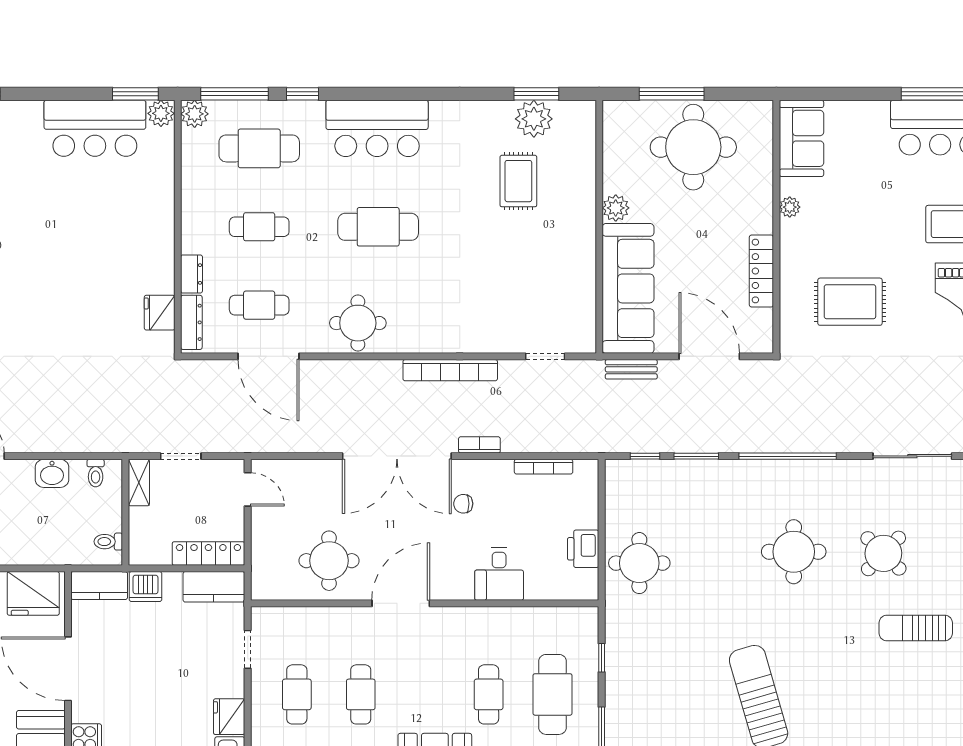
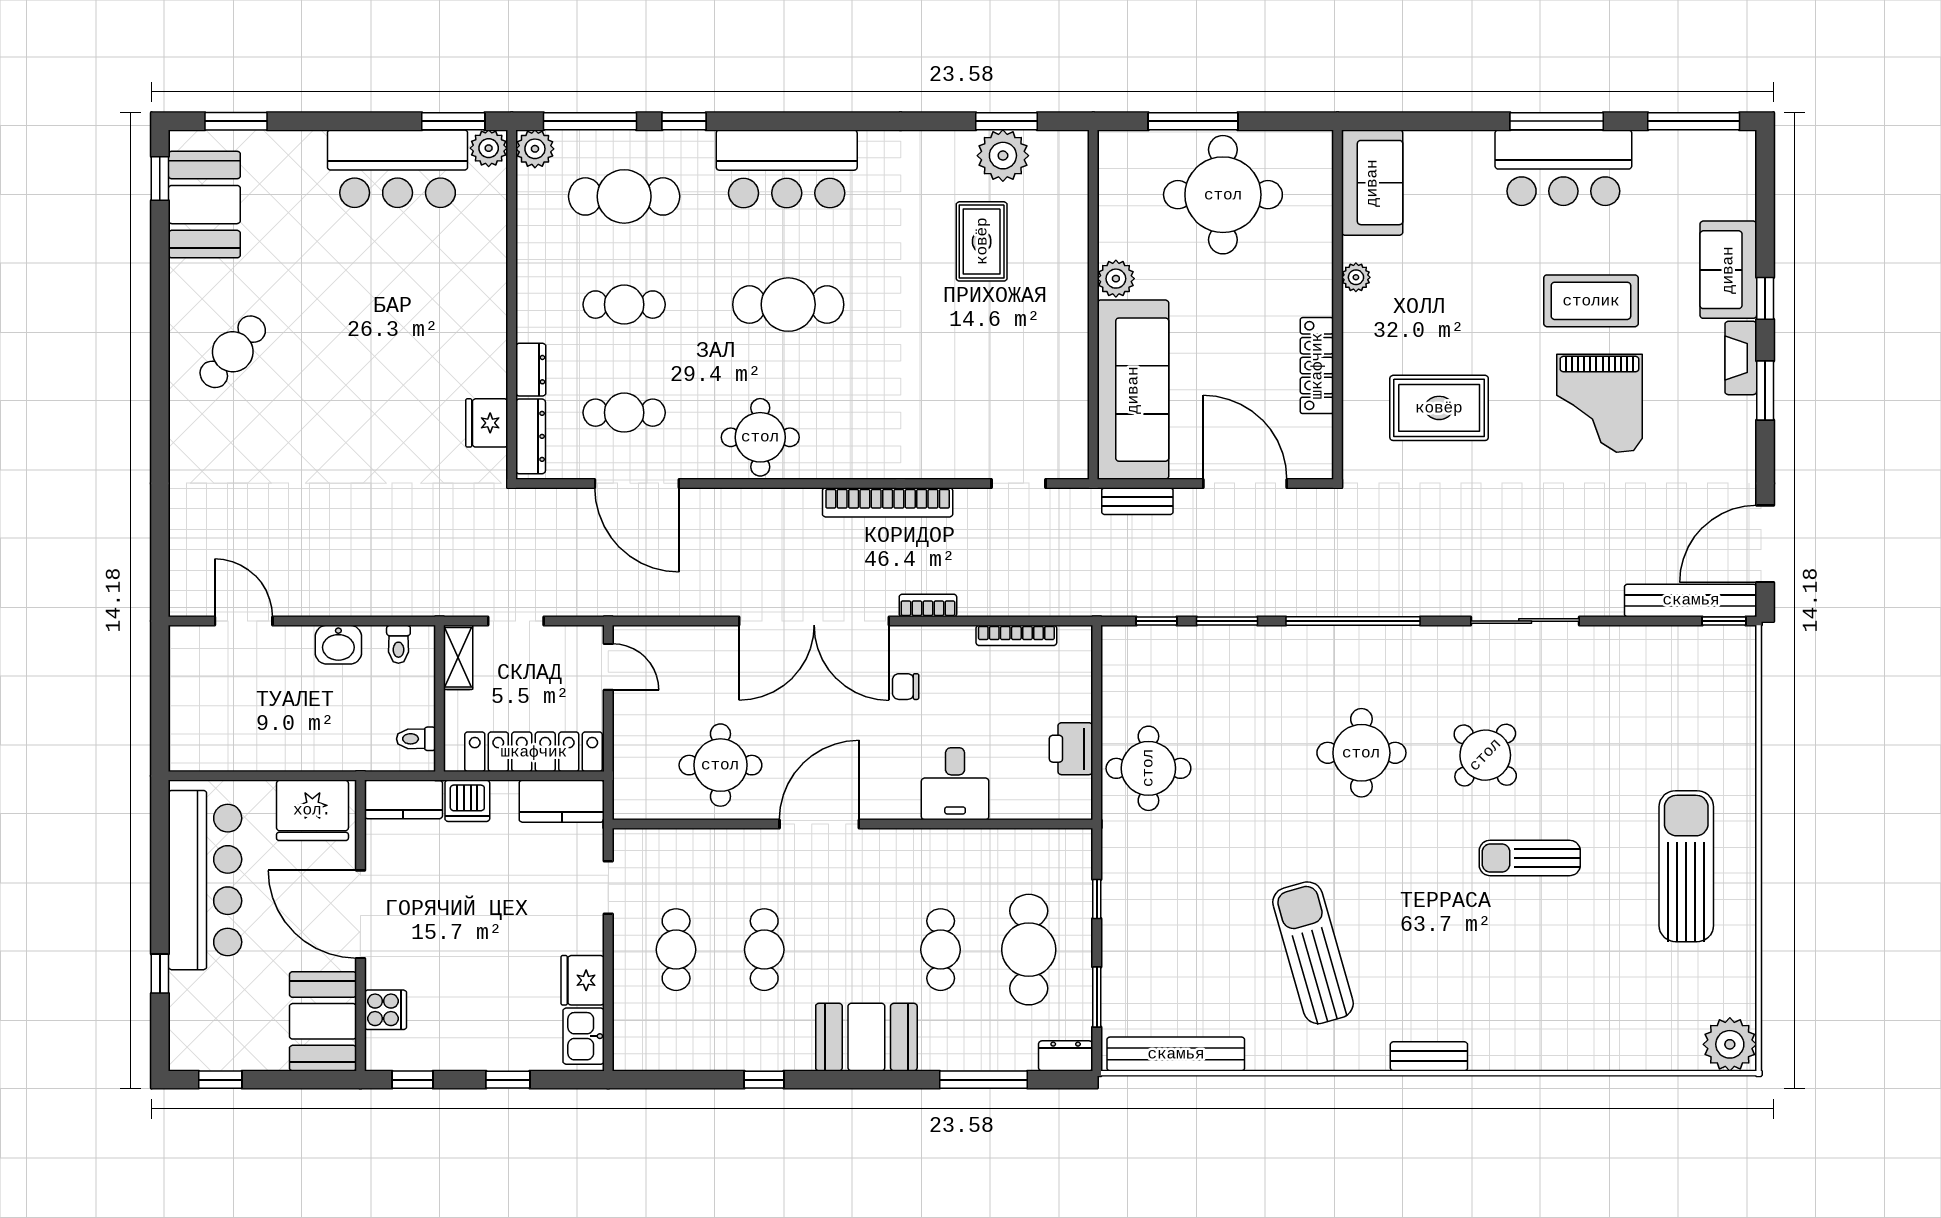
locker: (208, 554) -> (534, 752), width x1.41, depth x1.21

